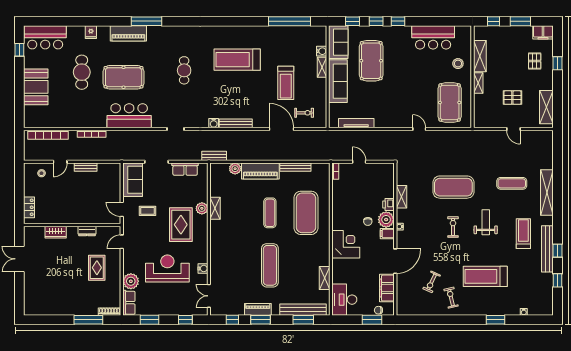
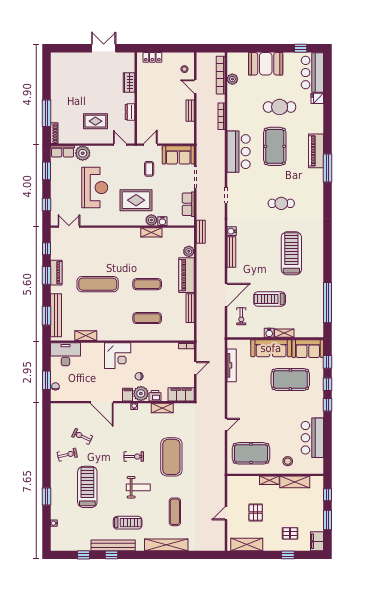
fridge: (91, 32) -> (317, 98), moved
water cooler: (322, 51) -> (269, 333), moved
plant: (52, 122) -> (232, 79), added
exercise mat: (306, 213) -> (147, 318), width x0.50, depth x0.69
water cooler: (203, 268) -> (162, 221), moved
filing cabinet: (387, 288) -> (181, 394), moved

